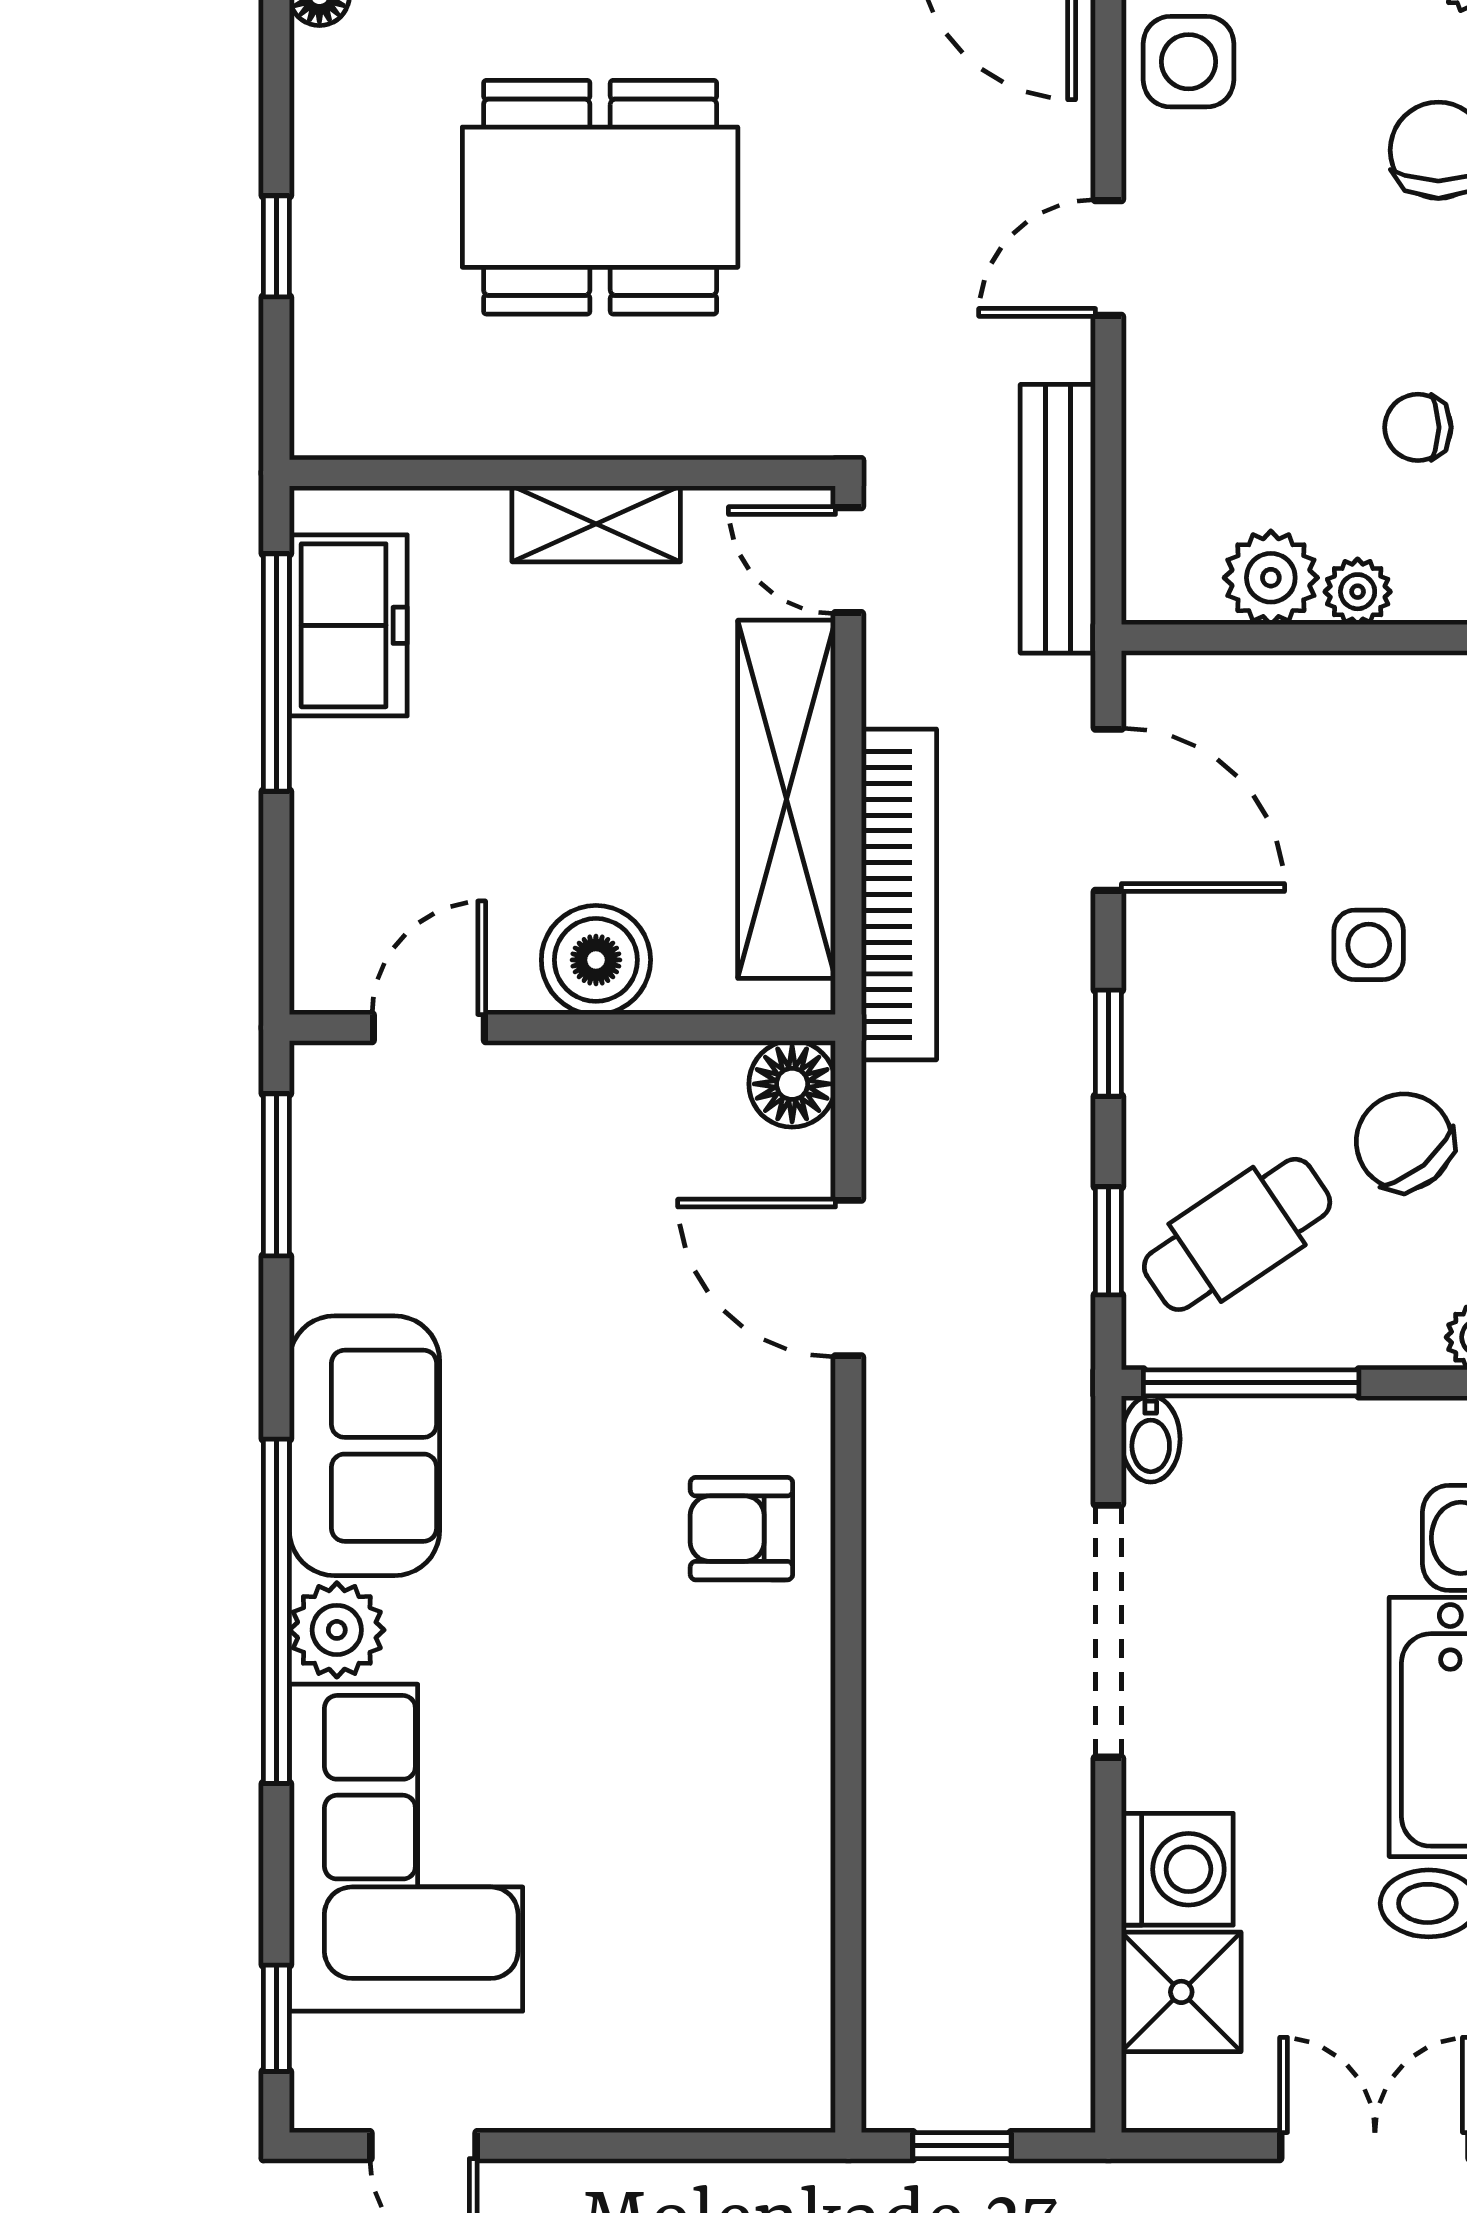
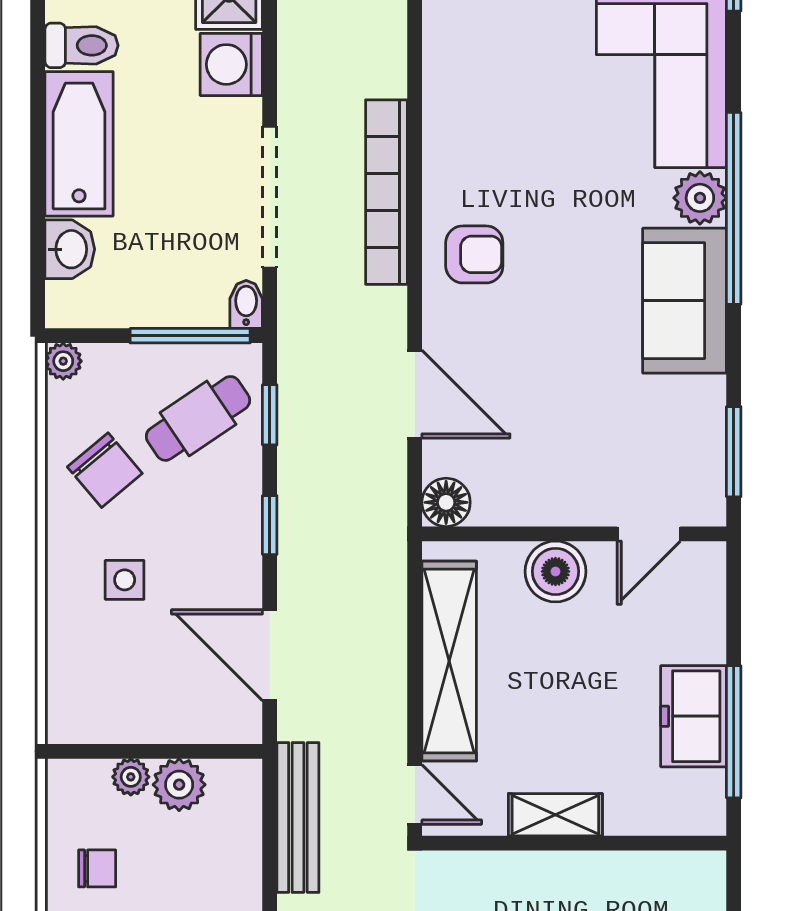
freezer: (348, 625) -> (694, 716), moved
bookcase: (899, 894) -> (386, 192), moved

